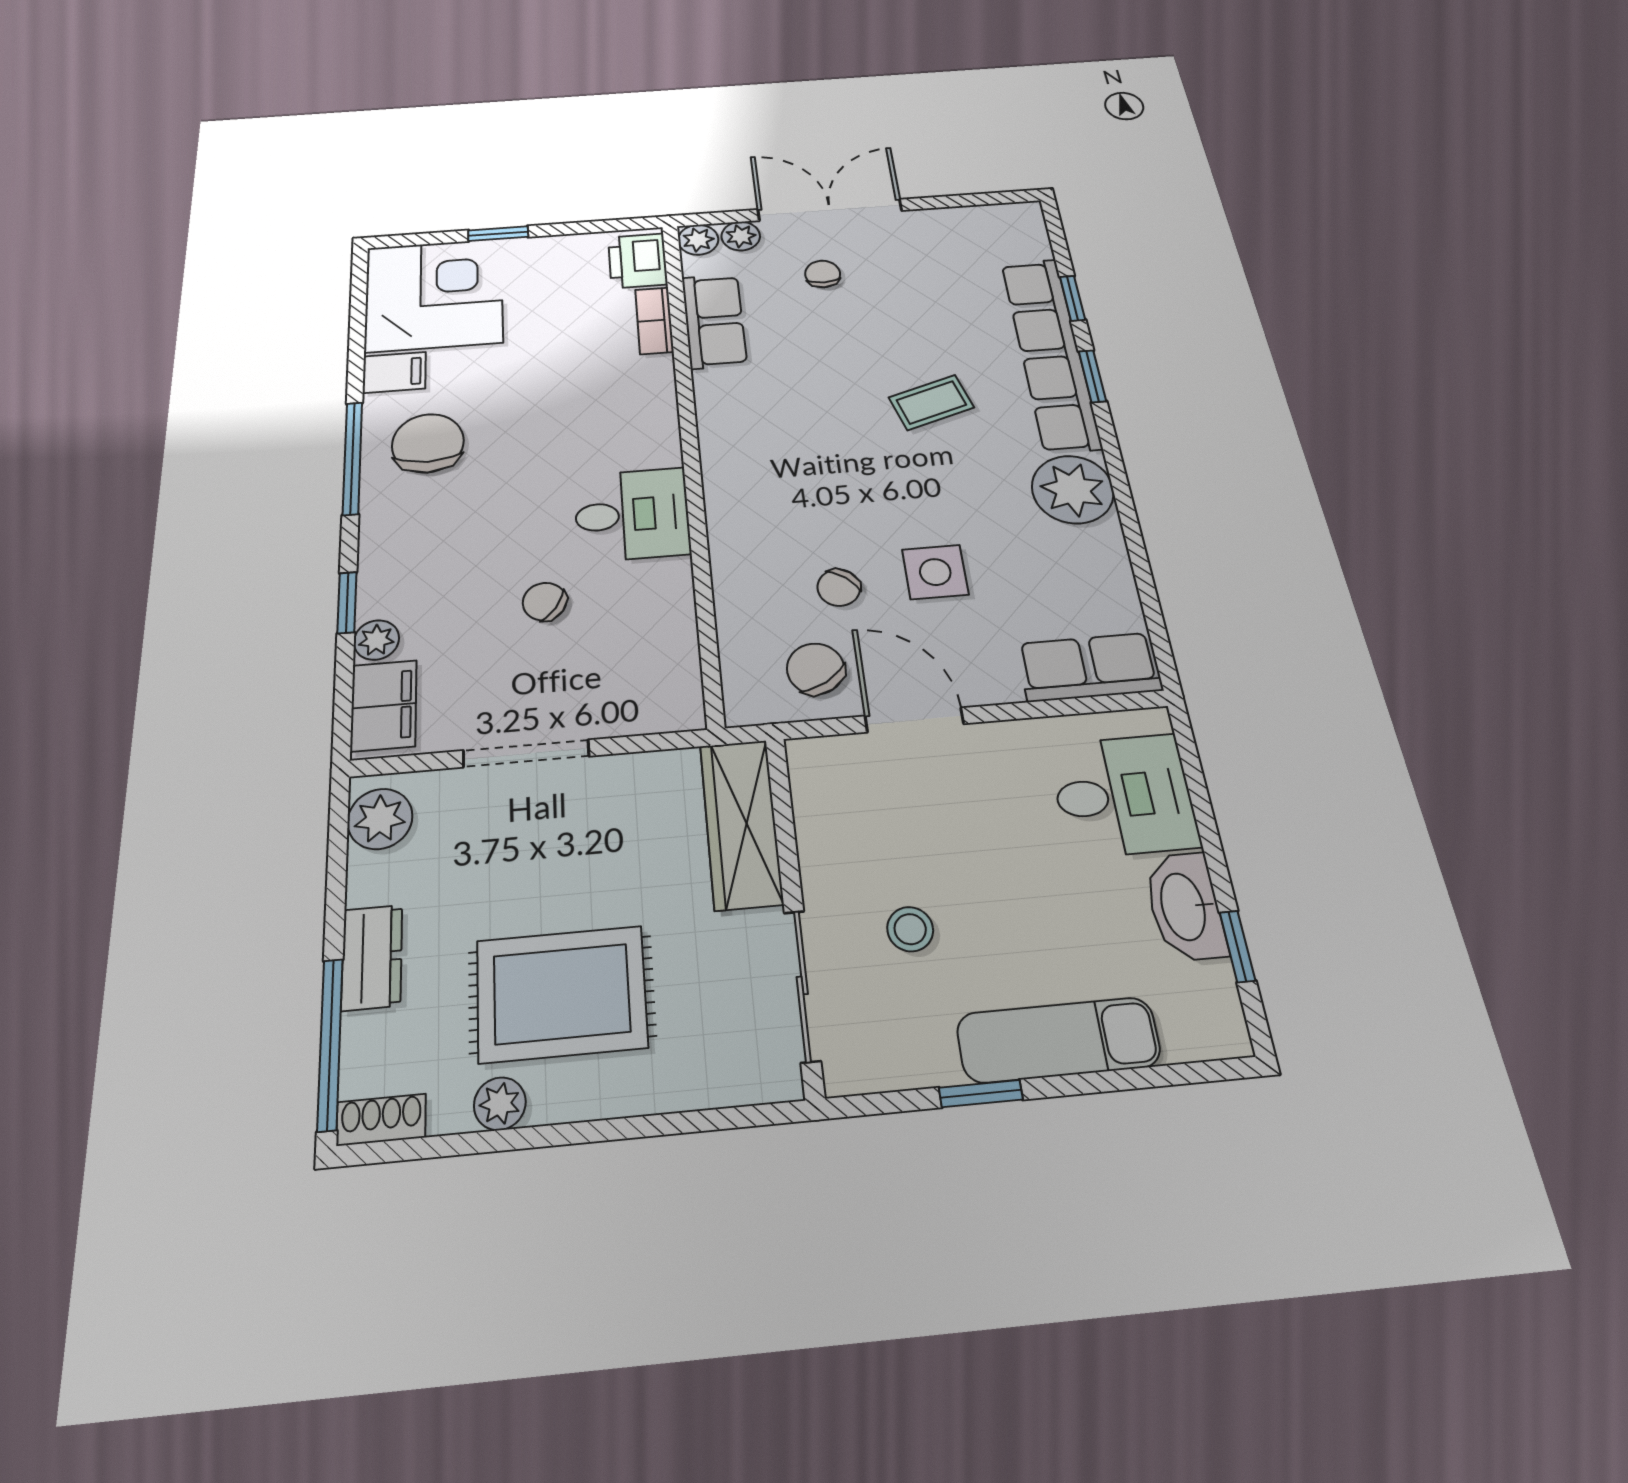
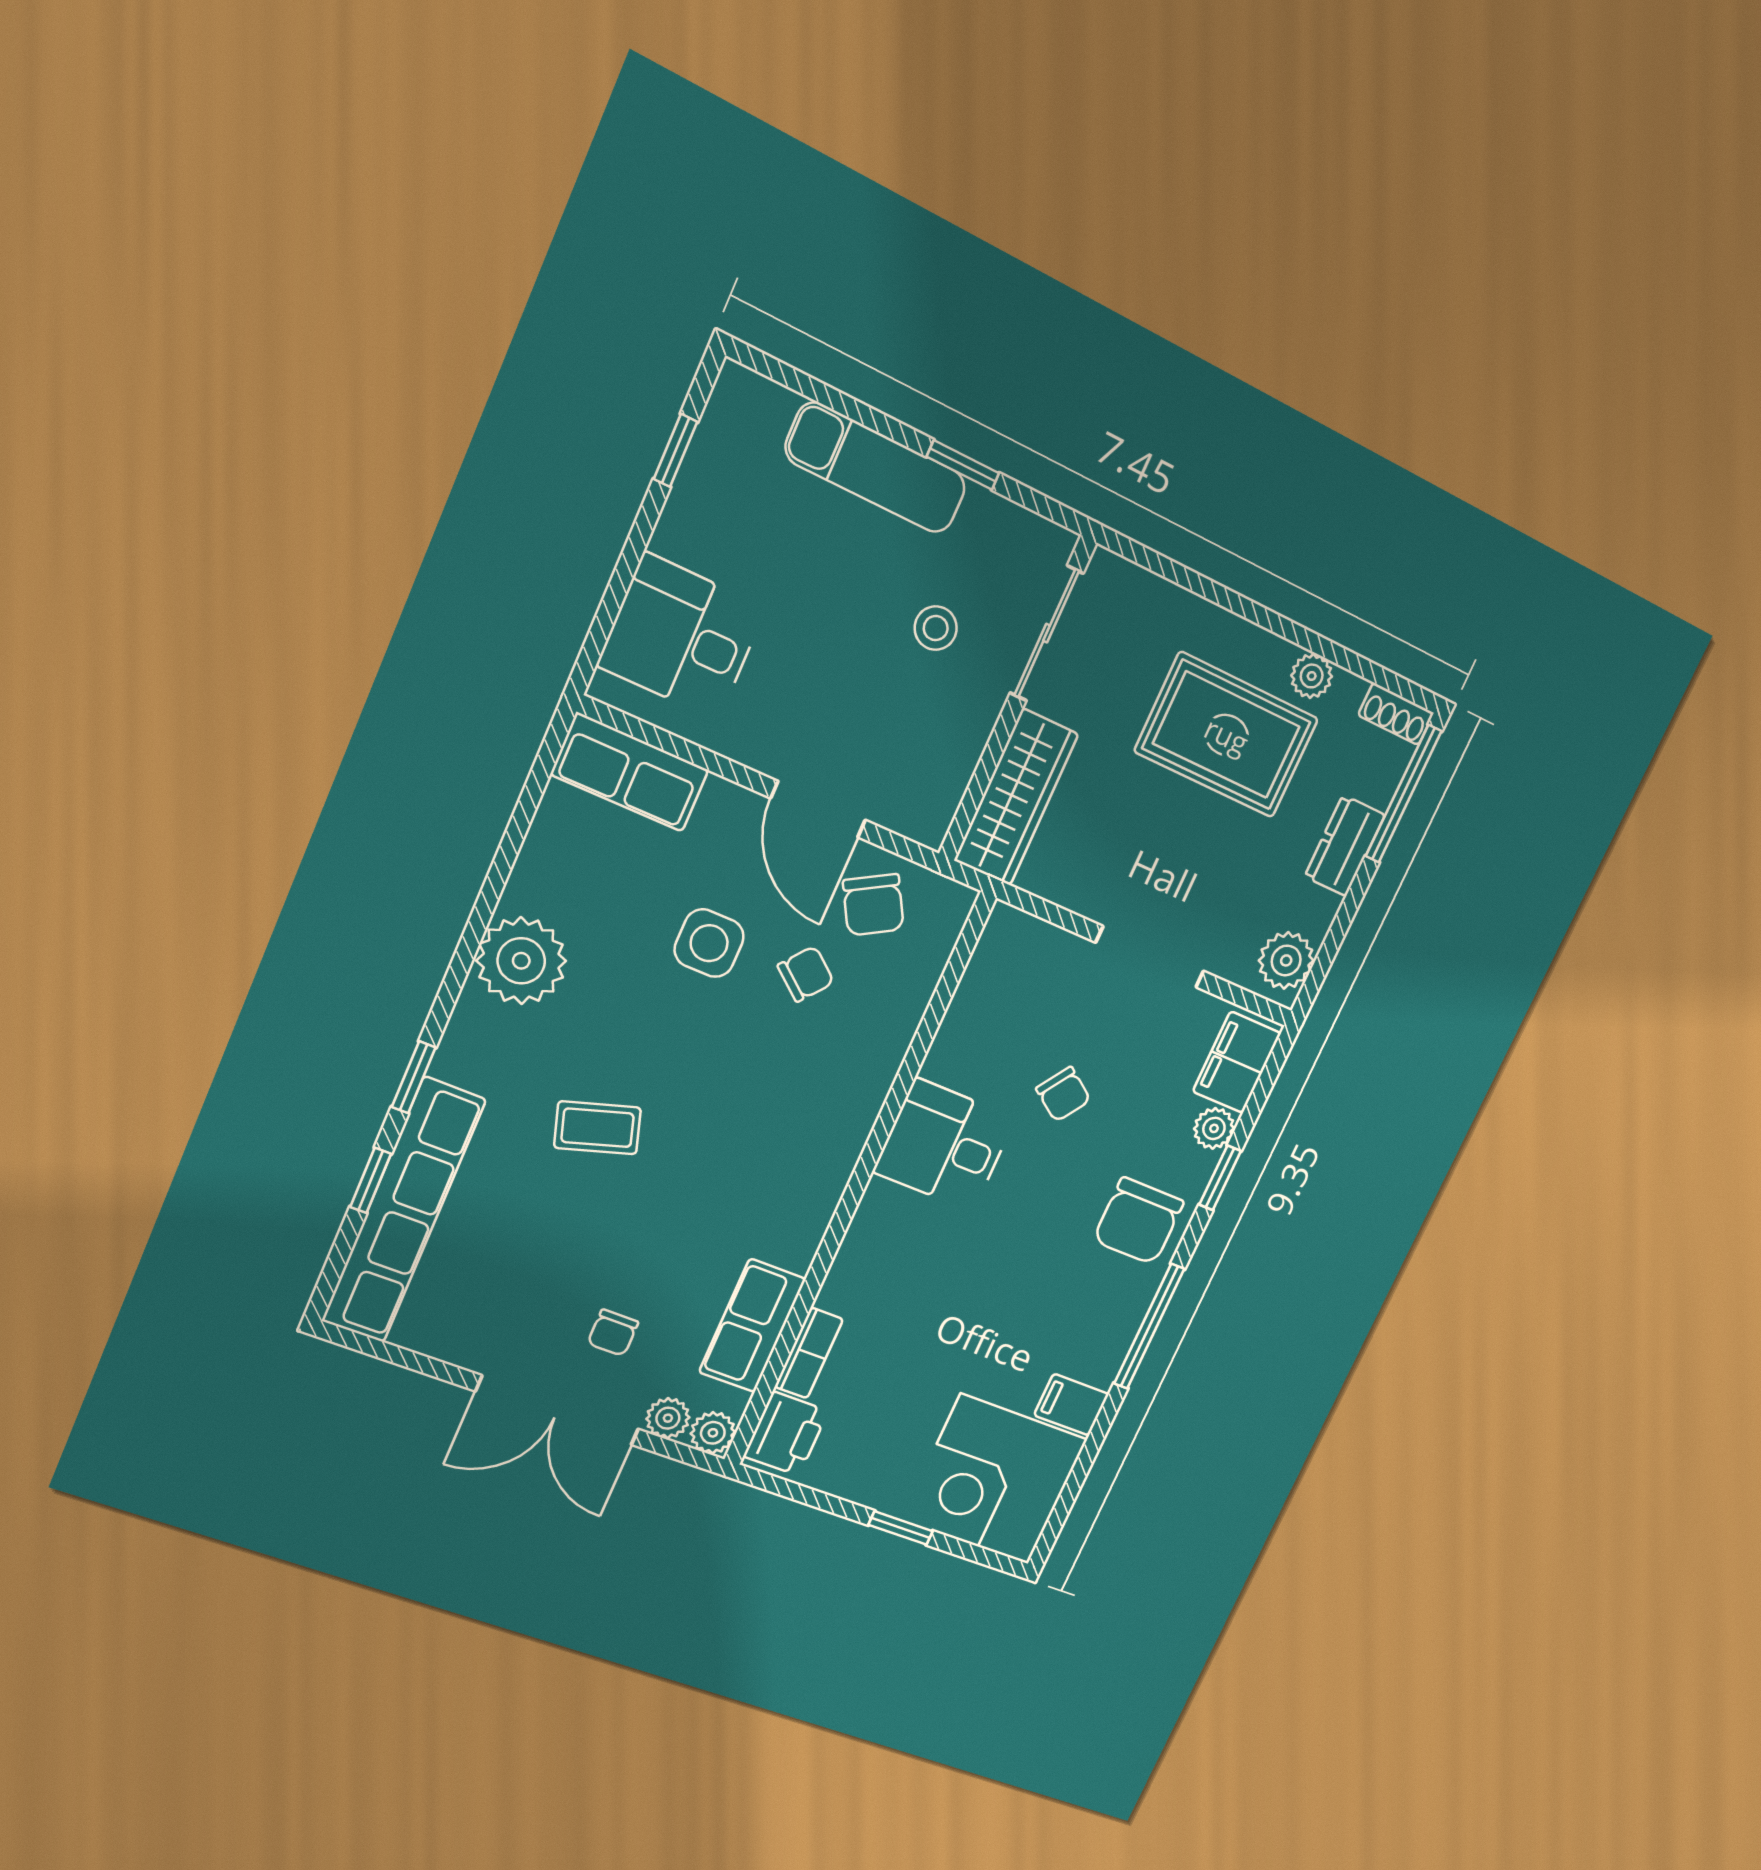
row of seats: (1050, 353) -> (403, 1211), moved
chair: (428, 443) -> (1138, 1221), moved
washbasin: (1185, 906) -> (696, 510), removed

